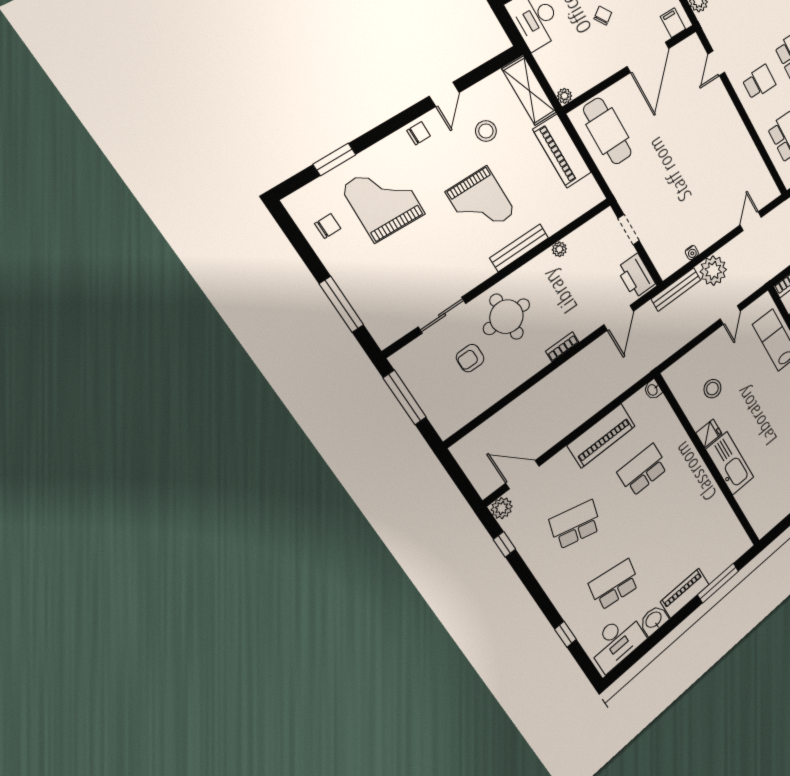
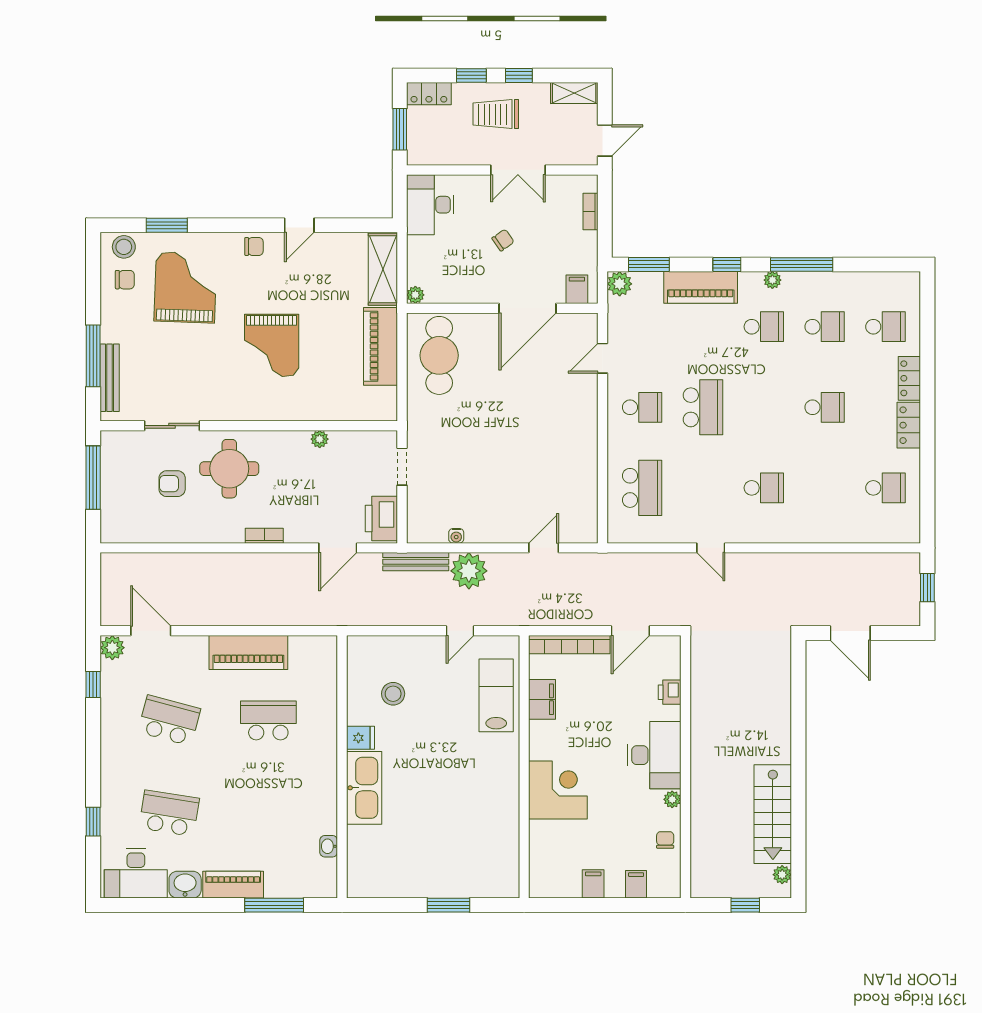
stool: (486, 131) -> (124, 247), moved
bench: (519, 248) -> (110, 378), moved, turned 90
washbasin: (653, 390) -> (329, 846), moved

